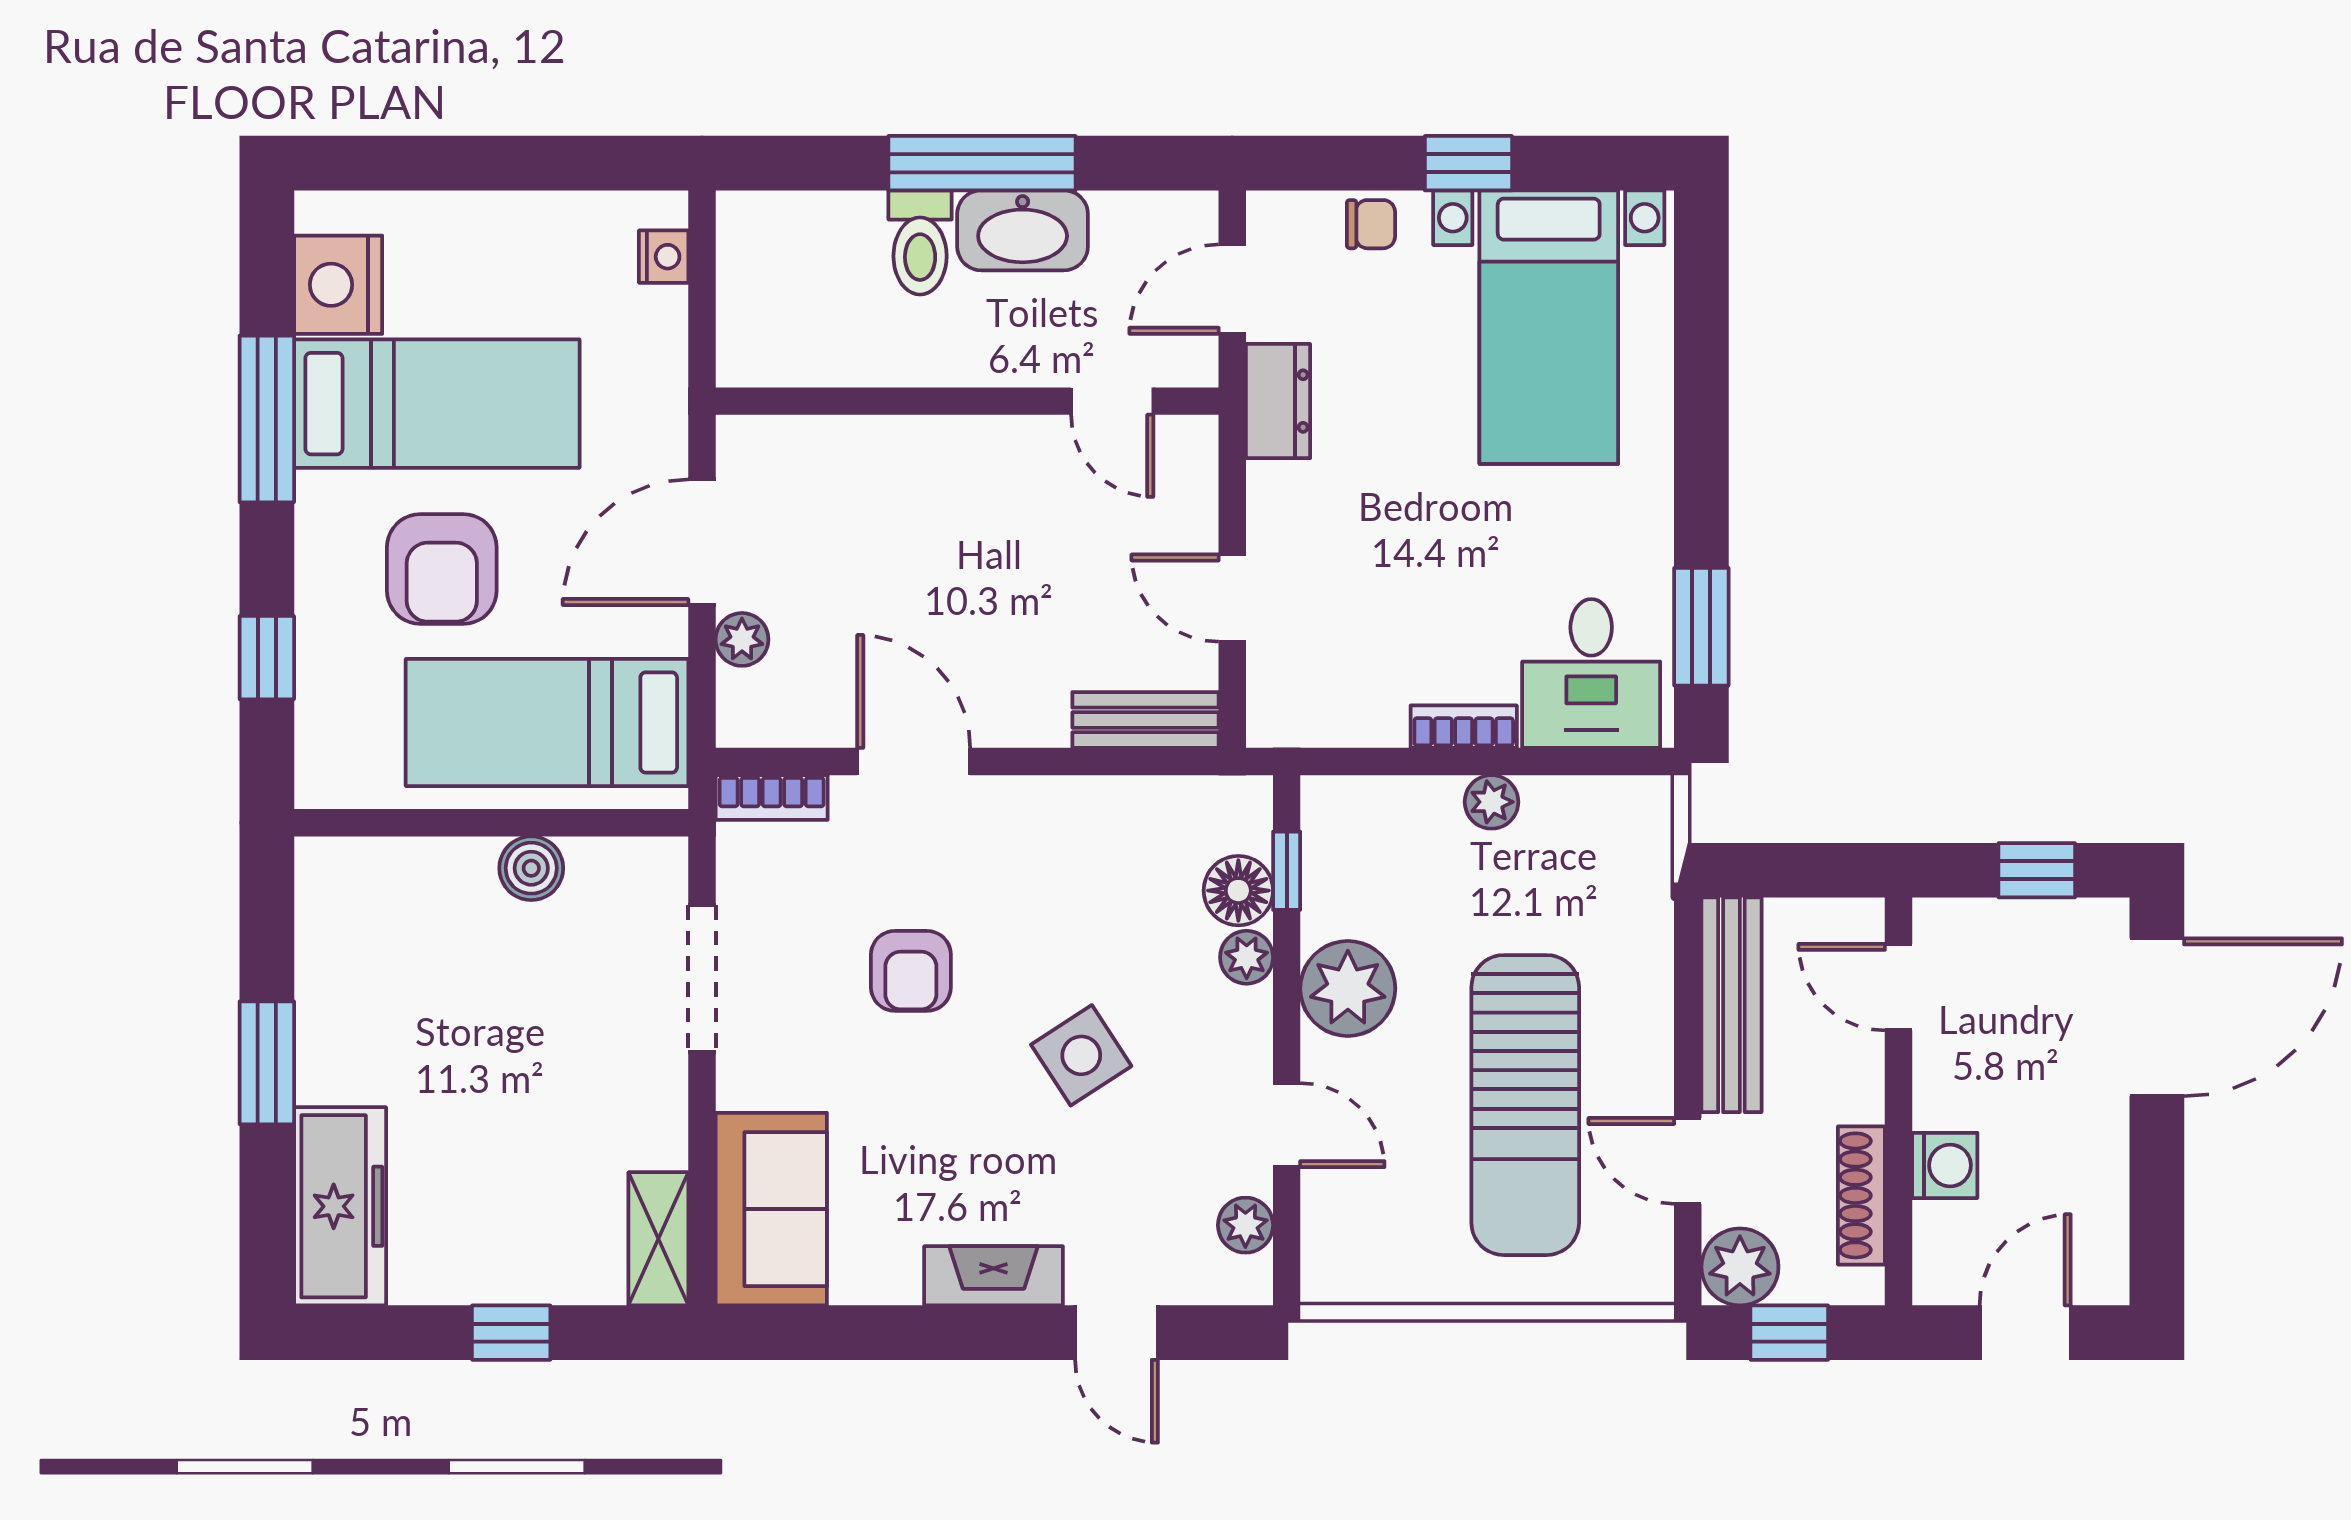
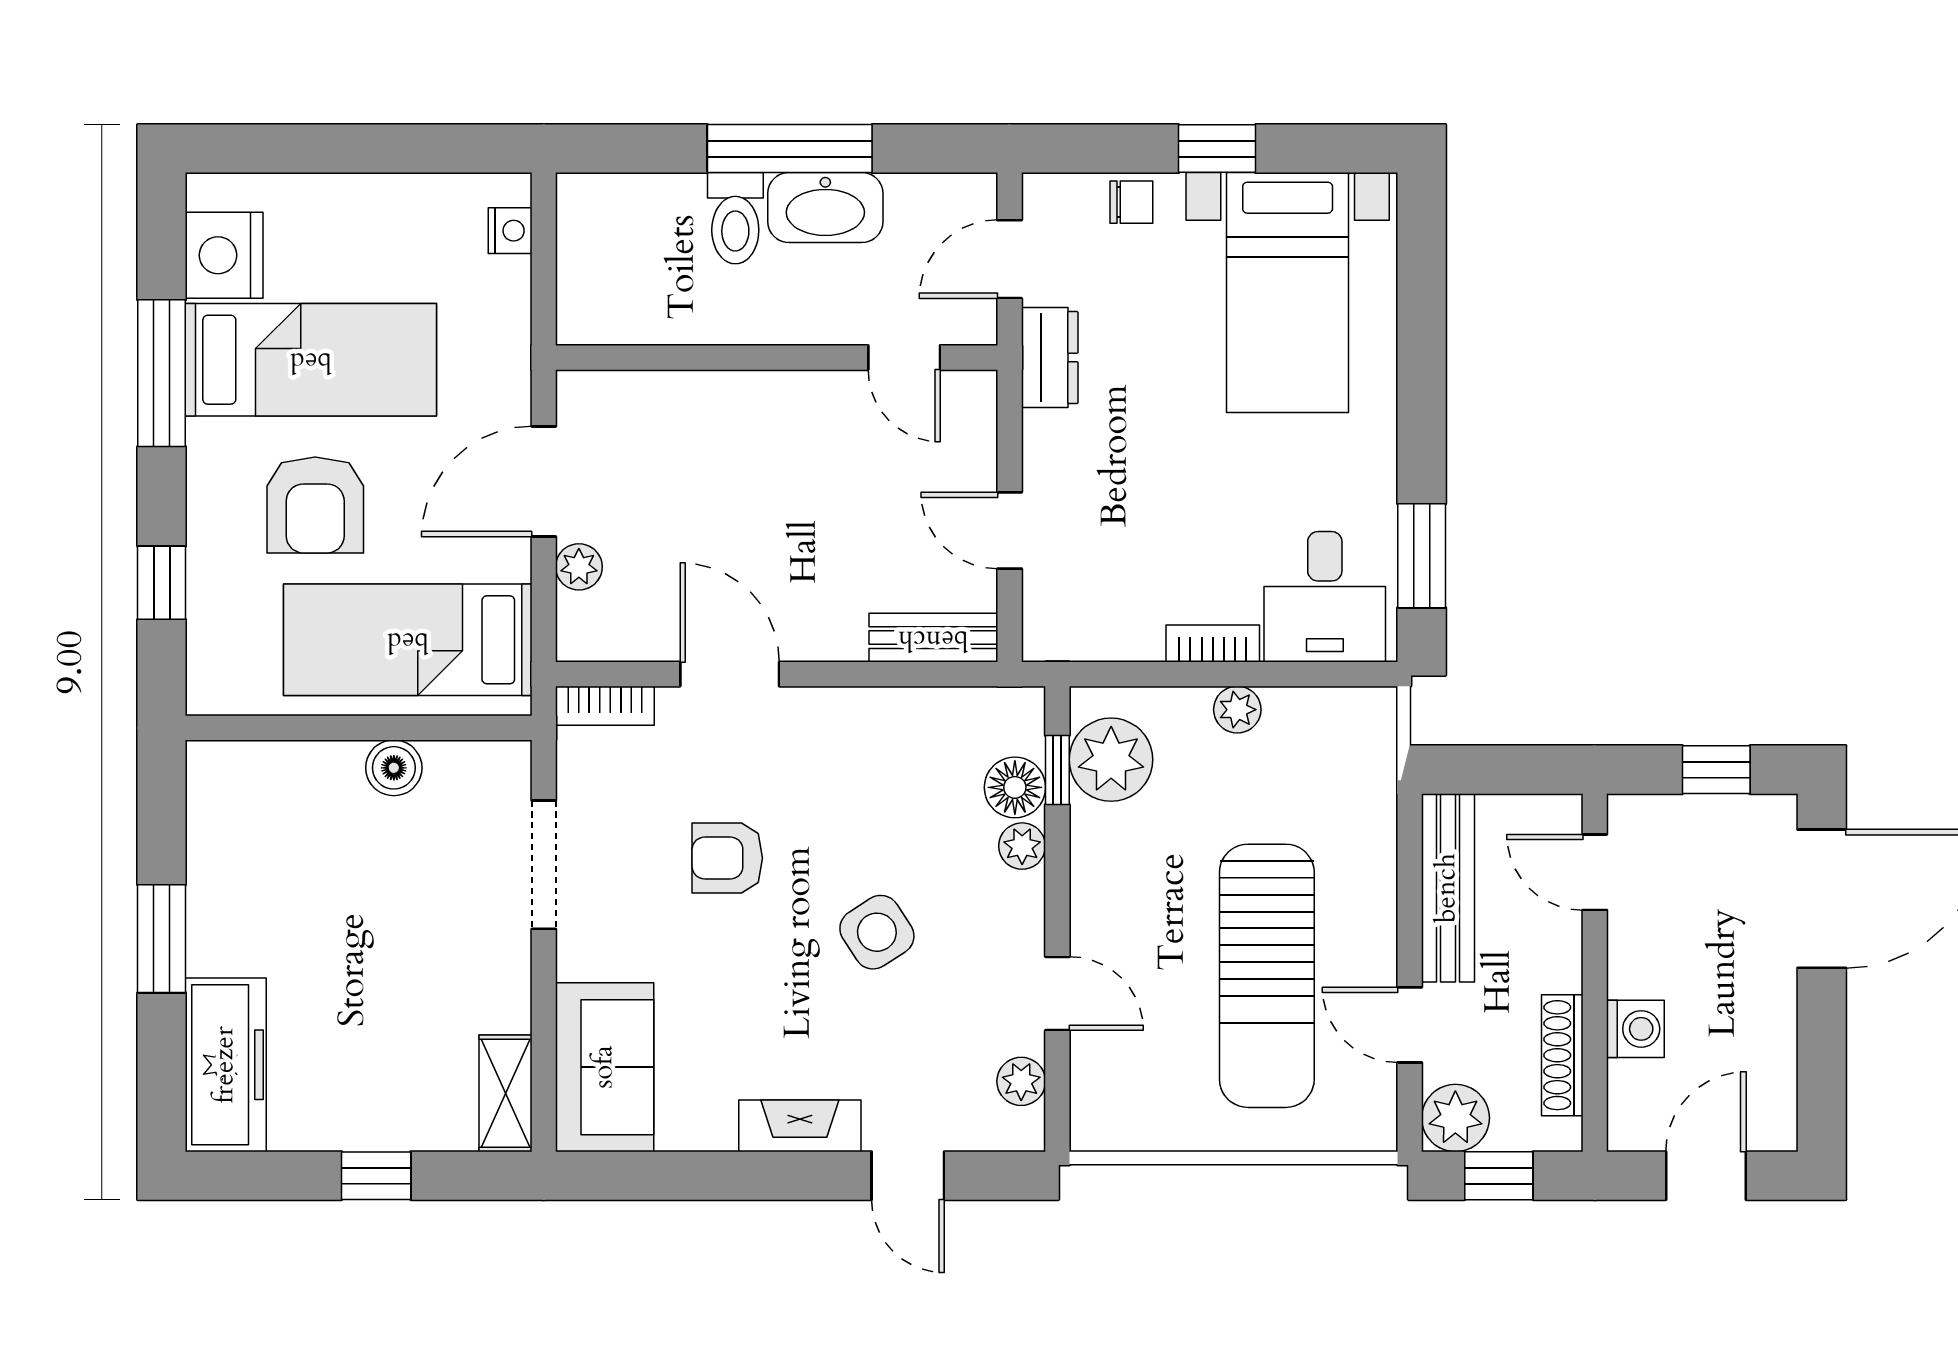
armchair: (911, 971) -> (727, 858), turned 90
plant: (1348, 988) -> (1111, 760), moved

